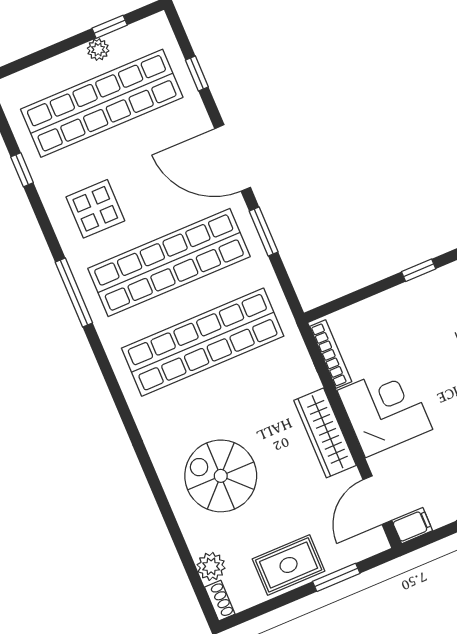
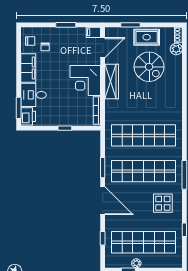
window: (419, 270) -> (65, 128), moved
spiral stairs: (221, 476) -> (149, 67), moved

